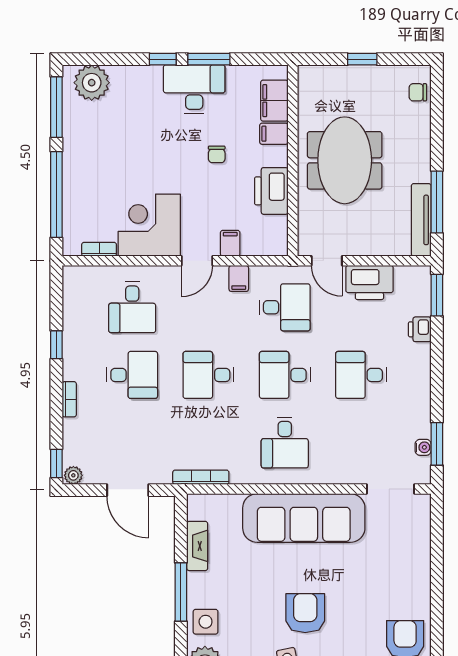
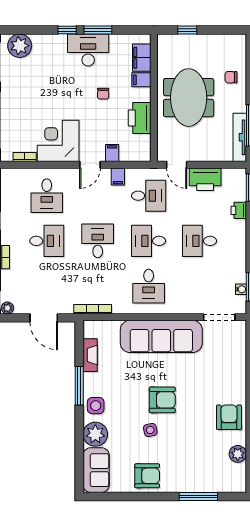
window: (362, 59) -> (187, 30), moved
chair: (418, 92) -> (231, 77), moved
desk: (208, 375) -> (98, 241), turned 90
armchair: (305, 613) -> (162, 400), turned 90

